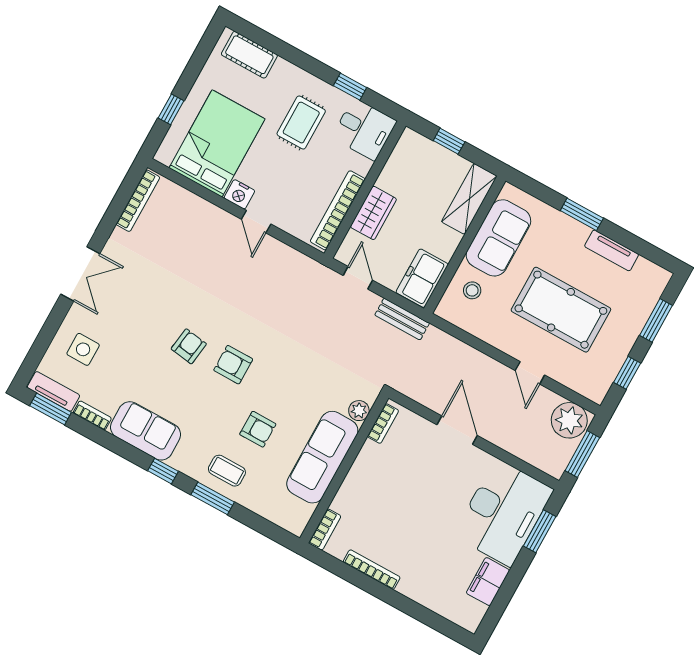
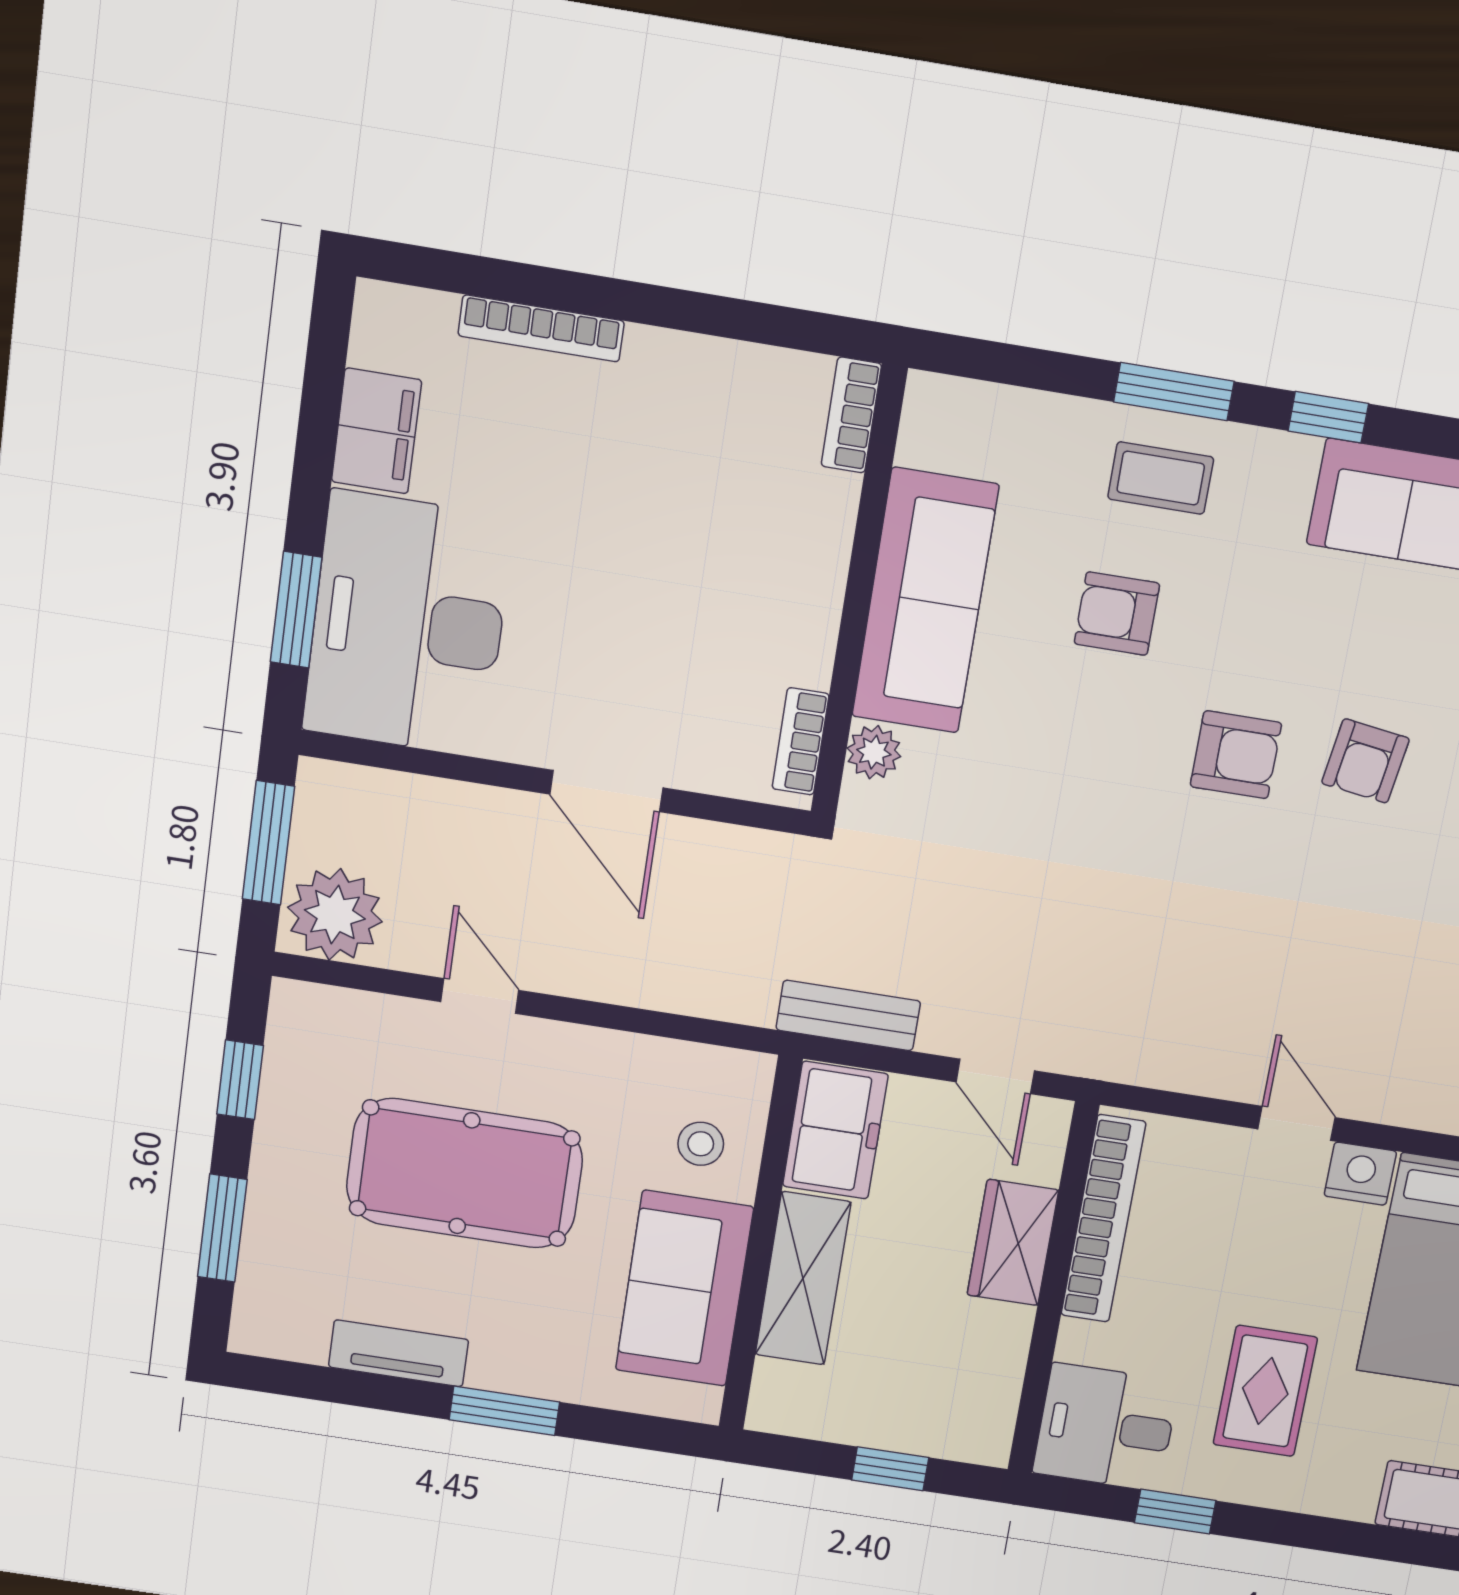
shelving: (469, 199) -> (803, 1278), moved
bookcase: (372, 570) -> (541, 328), moved

